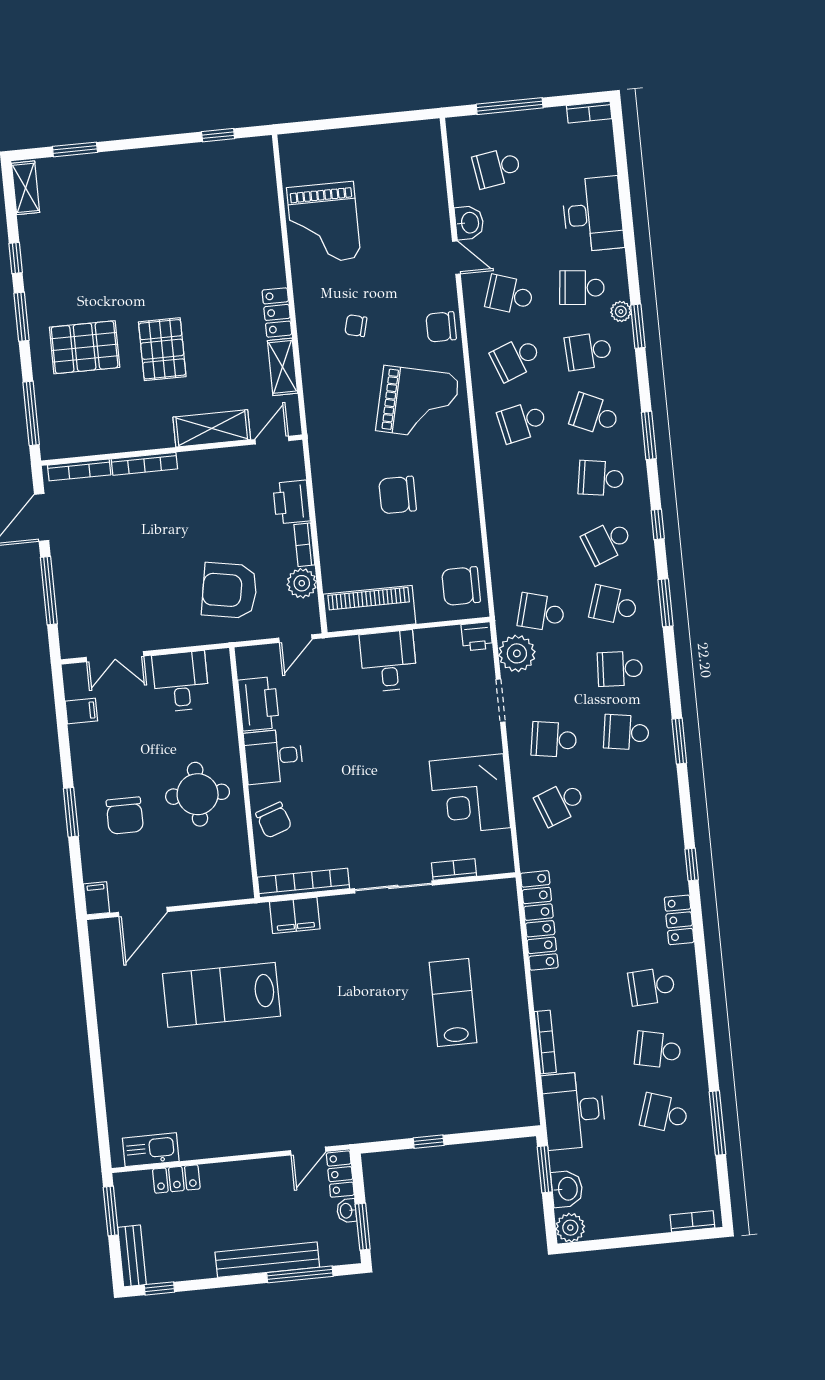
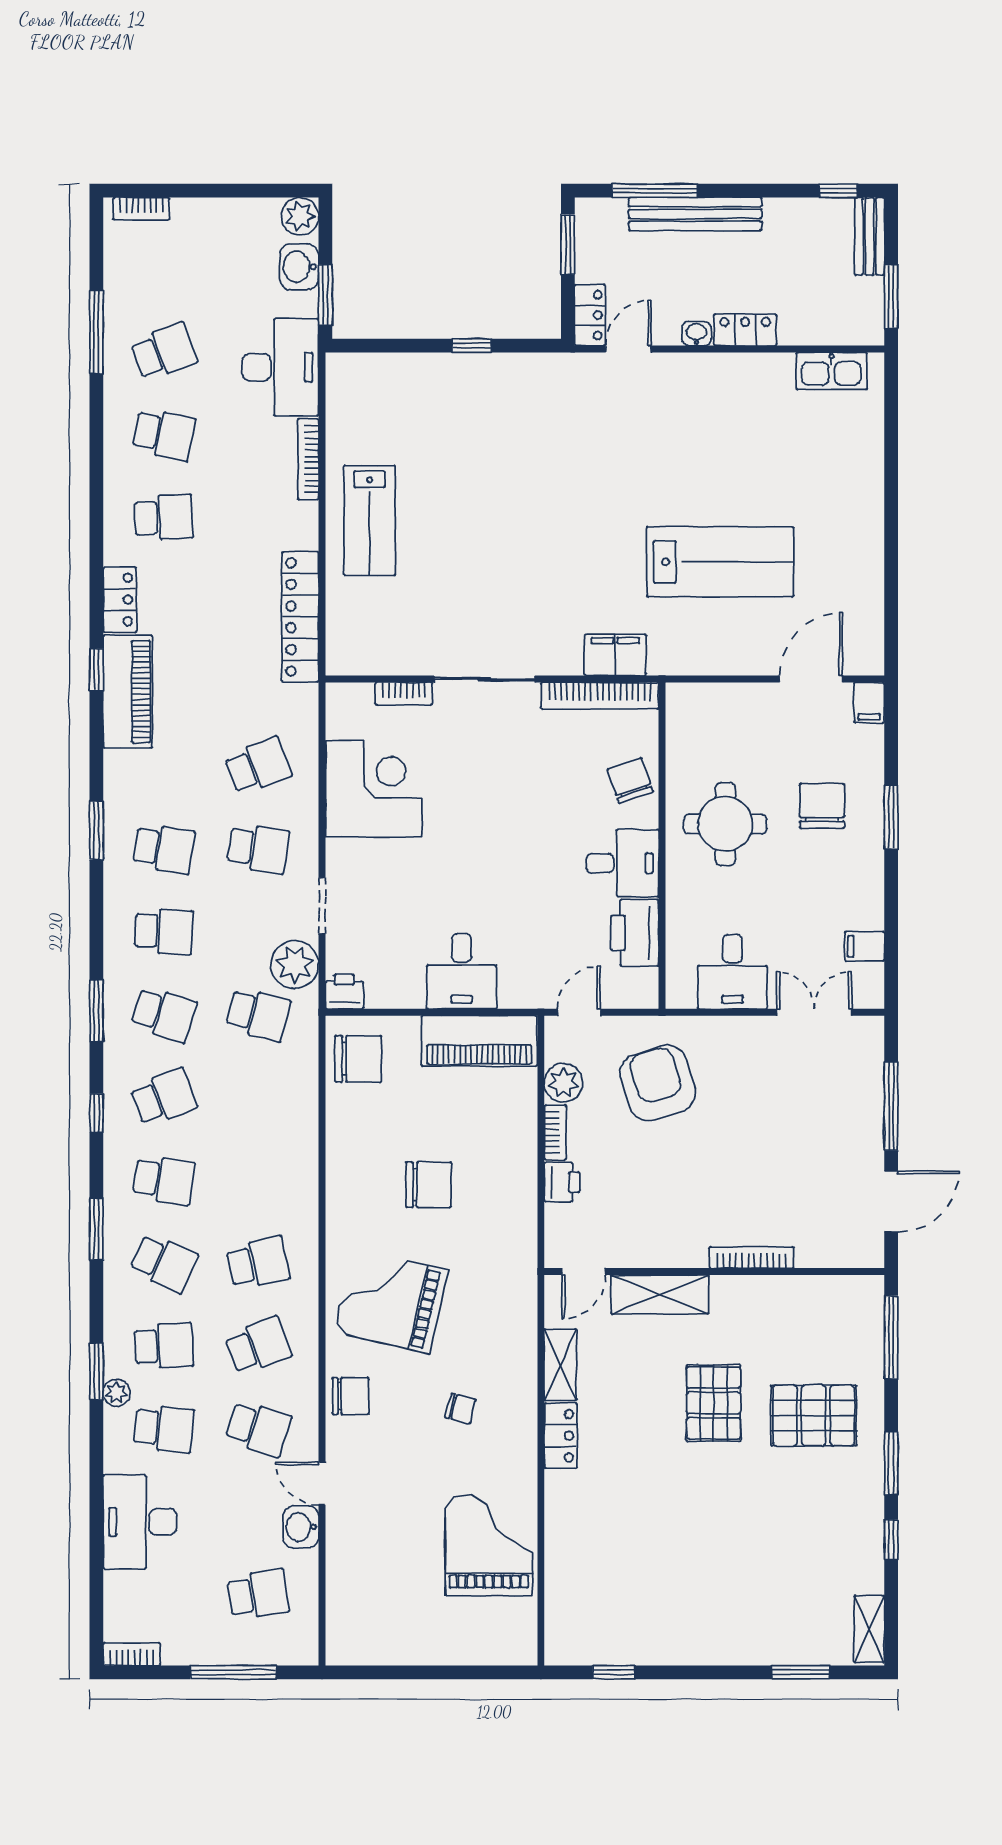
bookcase: (79, 470) -> (836, 1258), removed
printer: (292, 502) -> (562, 1182), width x0.73, depth x0.81
armchair: (229, 590) -> (658, 1083), turned -117
piano: (666, 850) -> (128, 692), added
lab bench: (453, 1003) -> (369, 520), moved
school desk: (664, 1113) -> (164, 352), turned -39
locker: (176, 1179) -> (745, 330), moved
washbasin: (347, 1211) -> (696, 334), moved, turned -90

